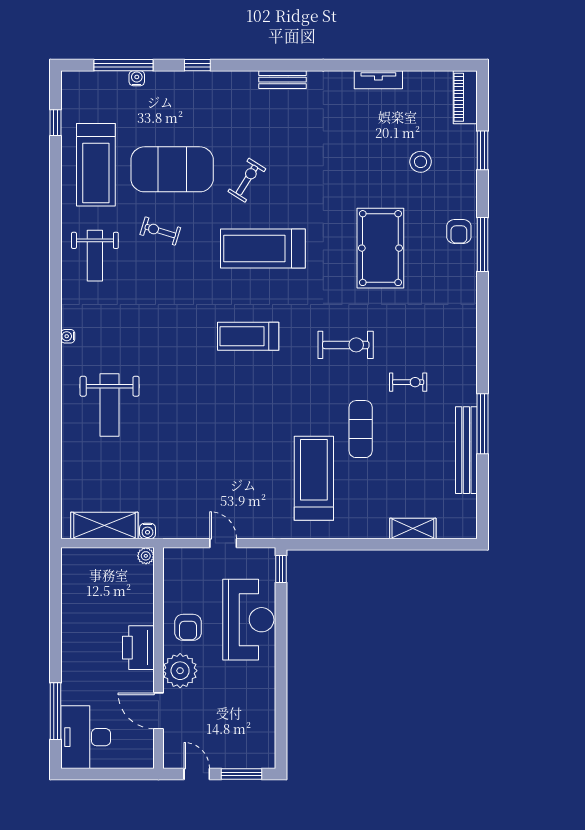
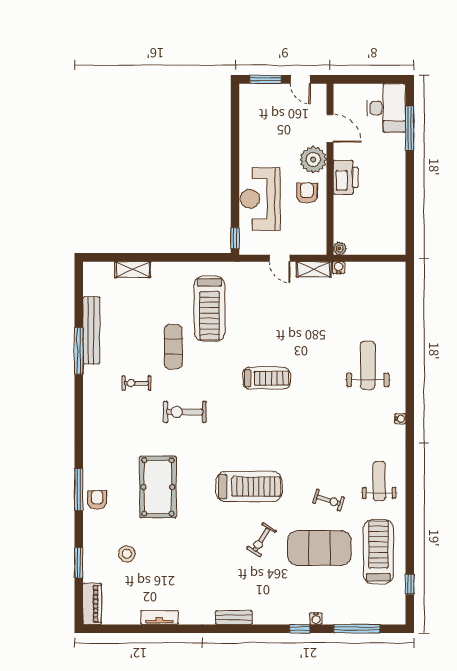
water cooler: (137, 78) -> (316, 619), moved
treadmill: (248, 336) -> (266, 378), moved
shelving: (104, 525) -> (314, 269), moved, width x0.67, depth x0.75

